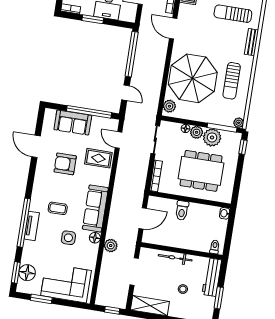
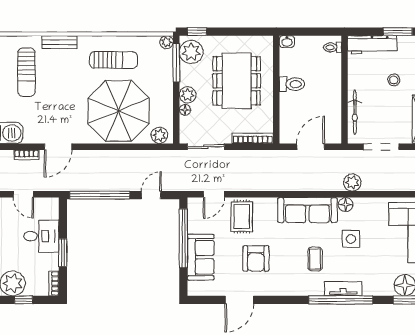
plant: (212, 137) -> (191, 52), moved
toilet: (182, 210) -> (292, 84), moved
door: (143, 218) -> (311, 147), hinge flipped
bicycle: (175, 258) -> (355, 112), moved

